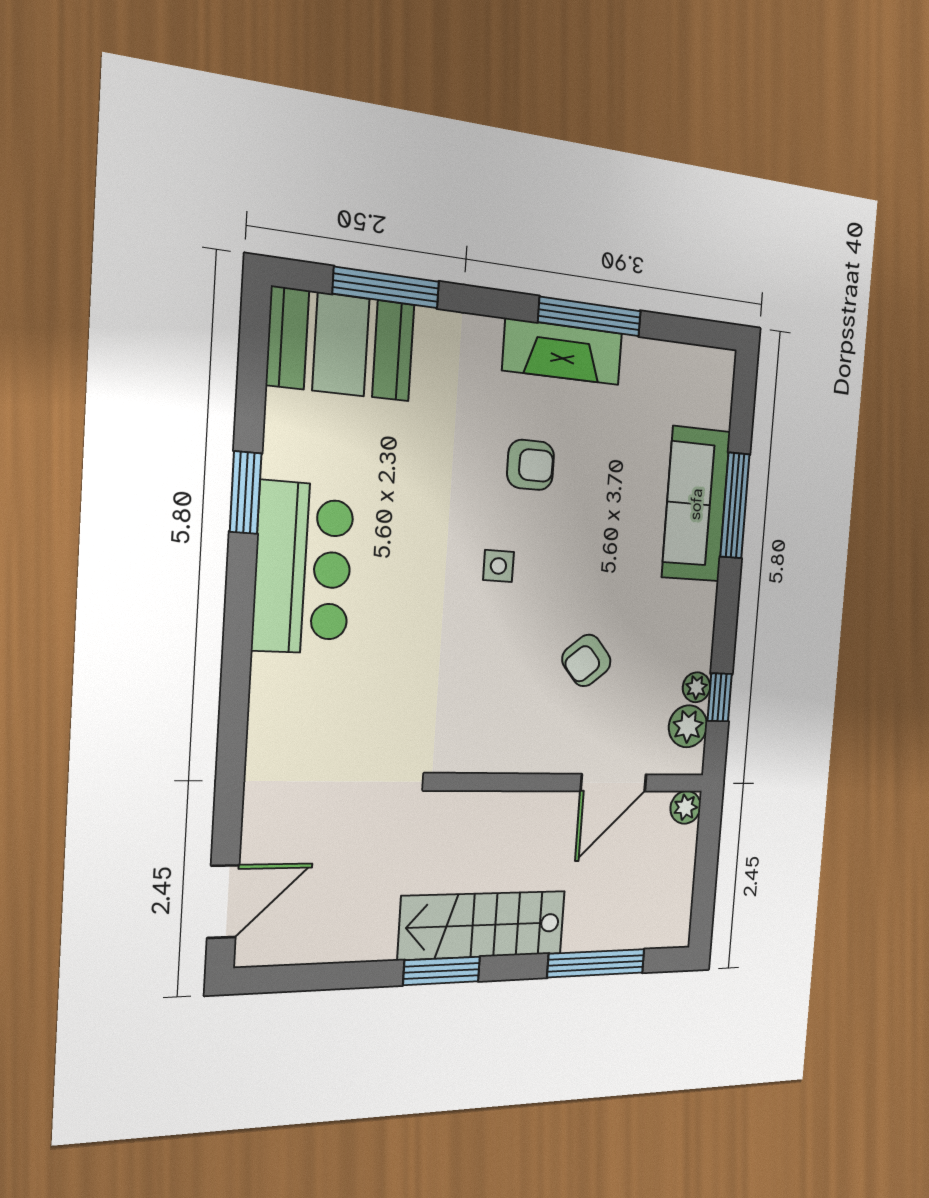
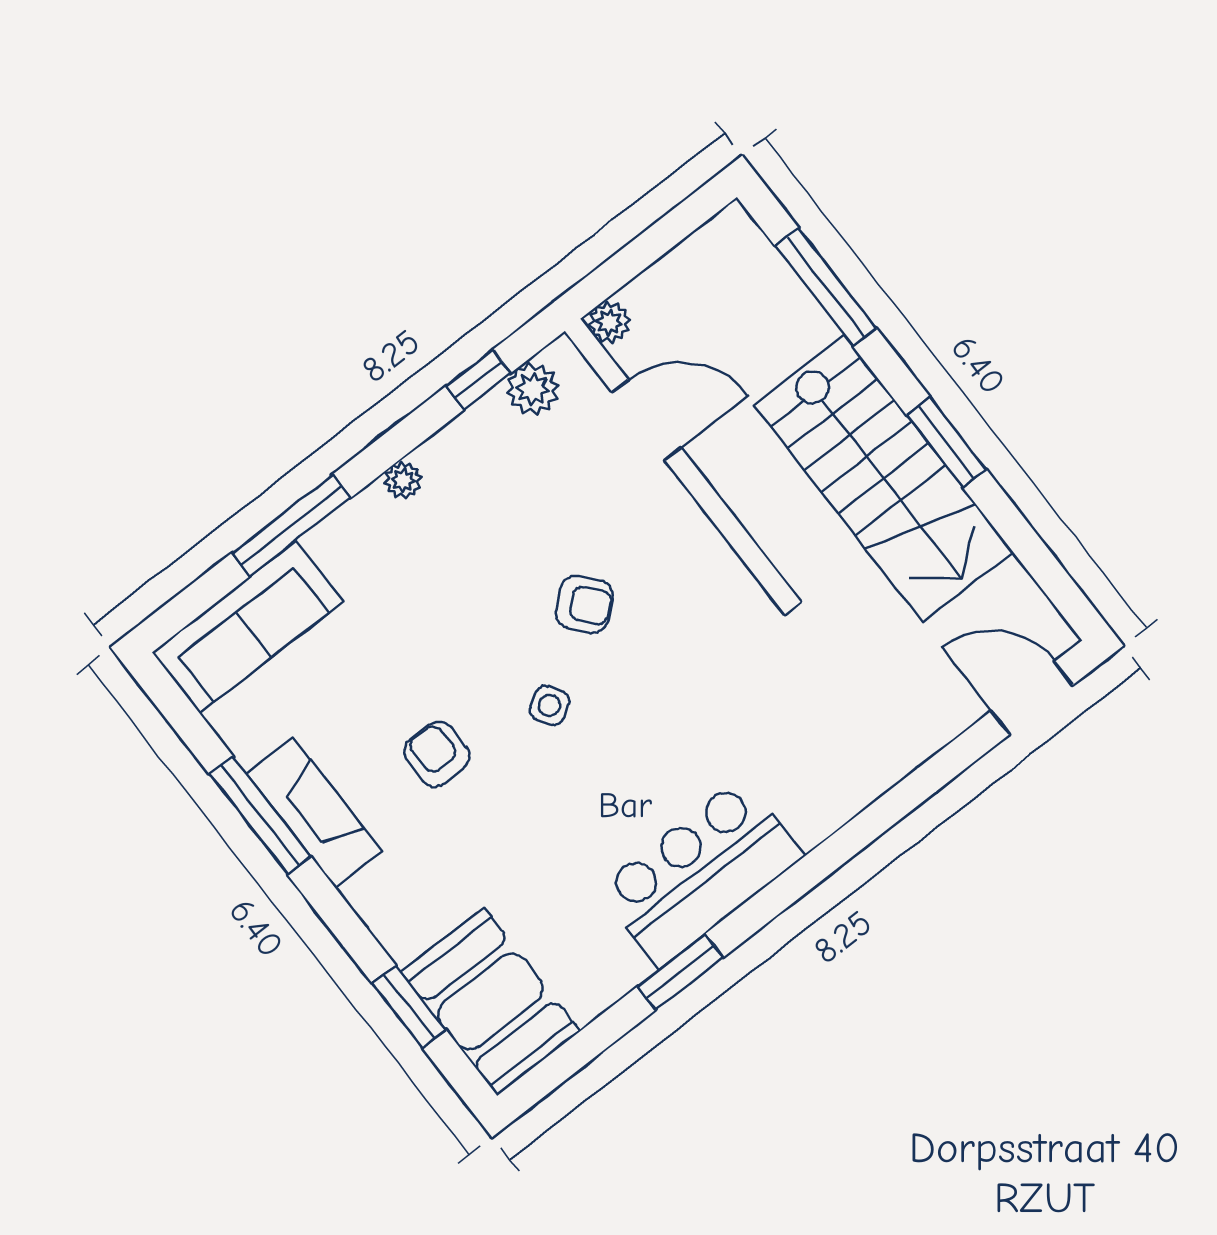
window: (386, 288) -> (409, 1007), width x0.69
sofa: (696, 504) -> (247, 627), moved
side table: (498, 566) -> (549, 705), turned -32
armchair: (586, 660) -> (584, 604), moved
plant: (696, 687) -> (403, 480), moved
stairs: (483, 925) -> (884, 479), width x1.36, depth x1.51

